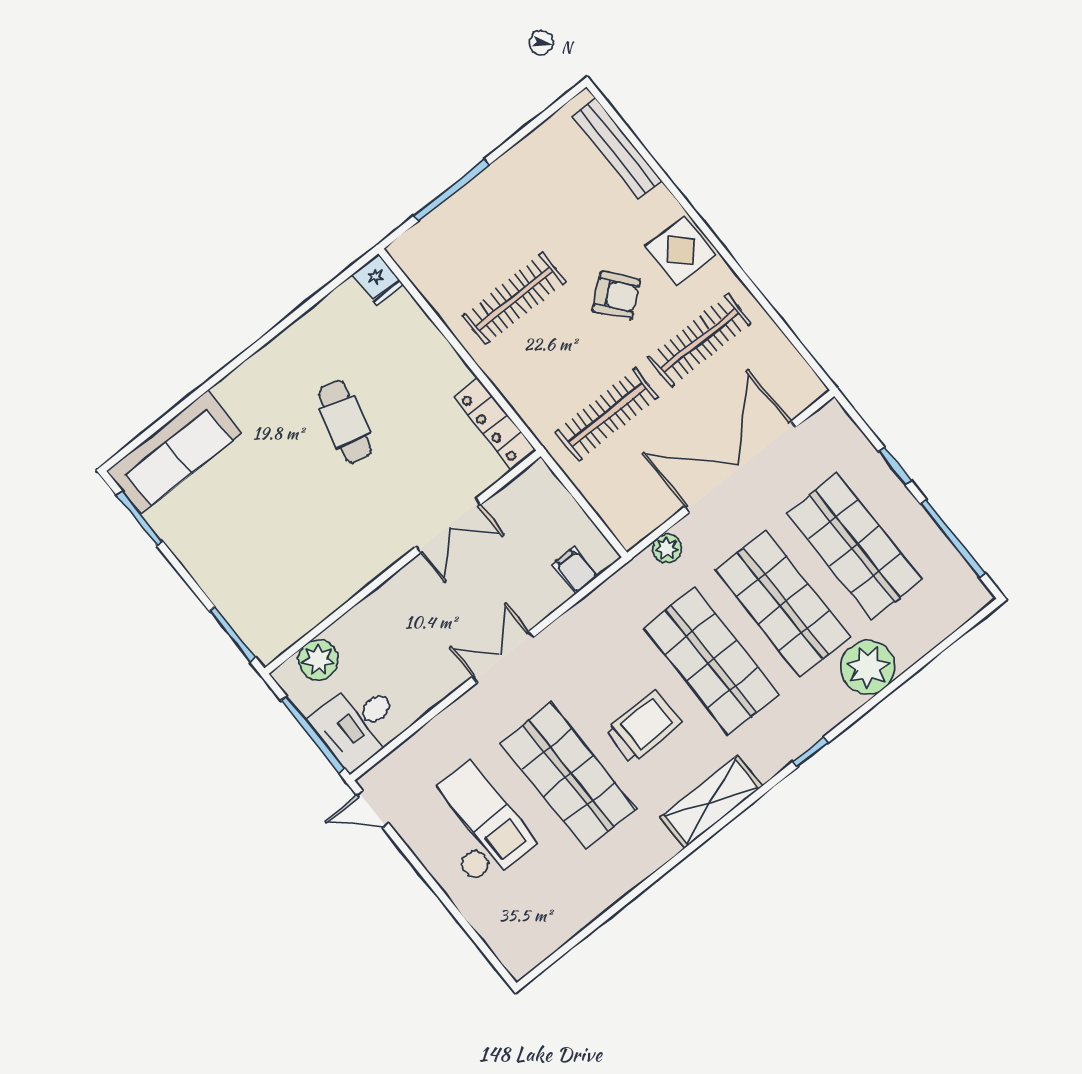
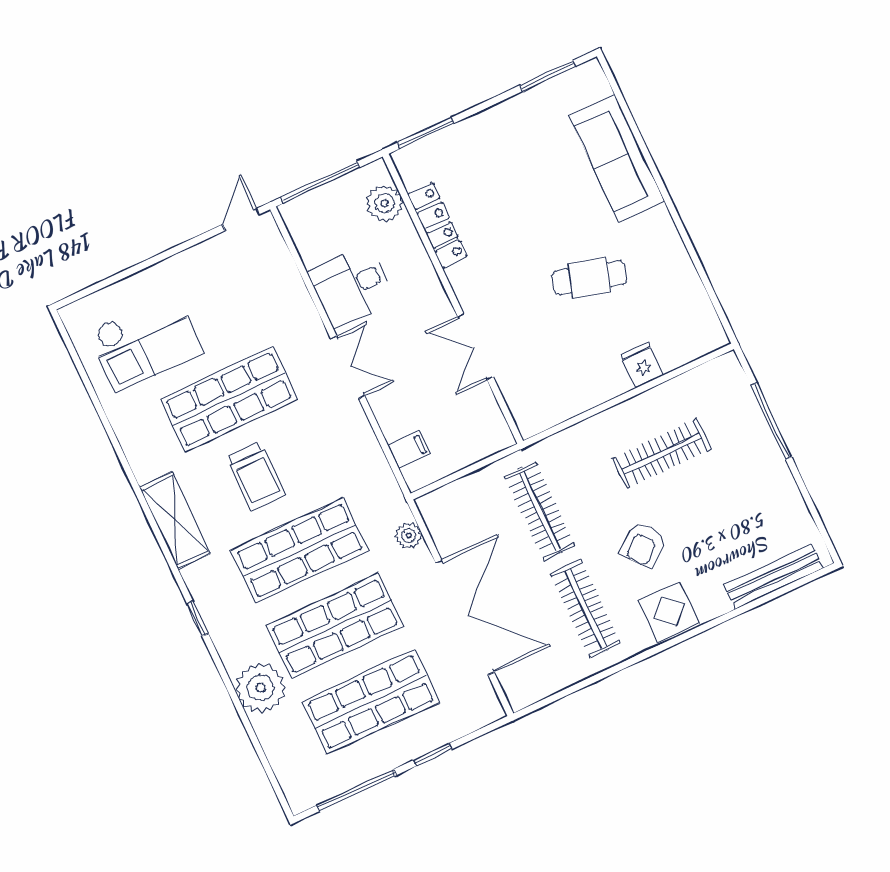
fridge: (378, 279) -> (642, 365), moved, turned 90
clothes rail: (514, 299) -> (662, 454), turned 90
locker: (495, 424) -> (438, 225), moved, turned 90
sofa: (174, 452) -> (617, 158), moved
desk: (357, 724) -> (351, 286), moved, turned -90
checkout: (474, 824) -> (145, 342), moved

